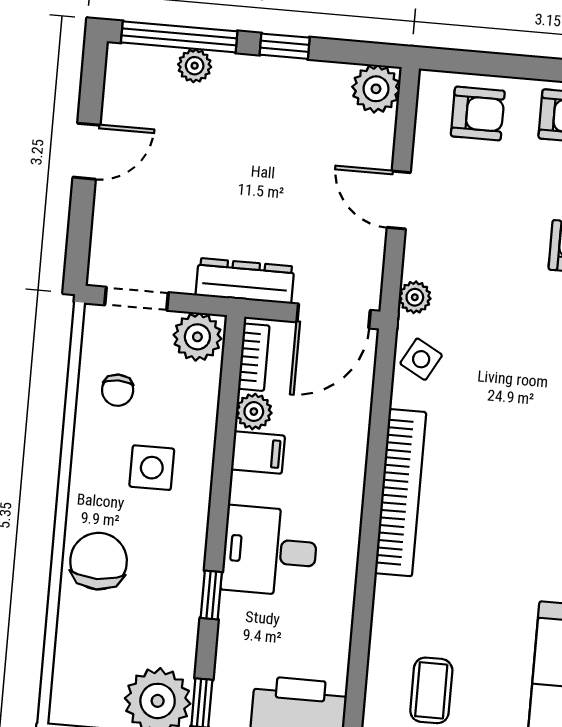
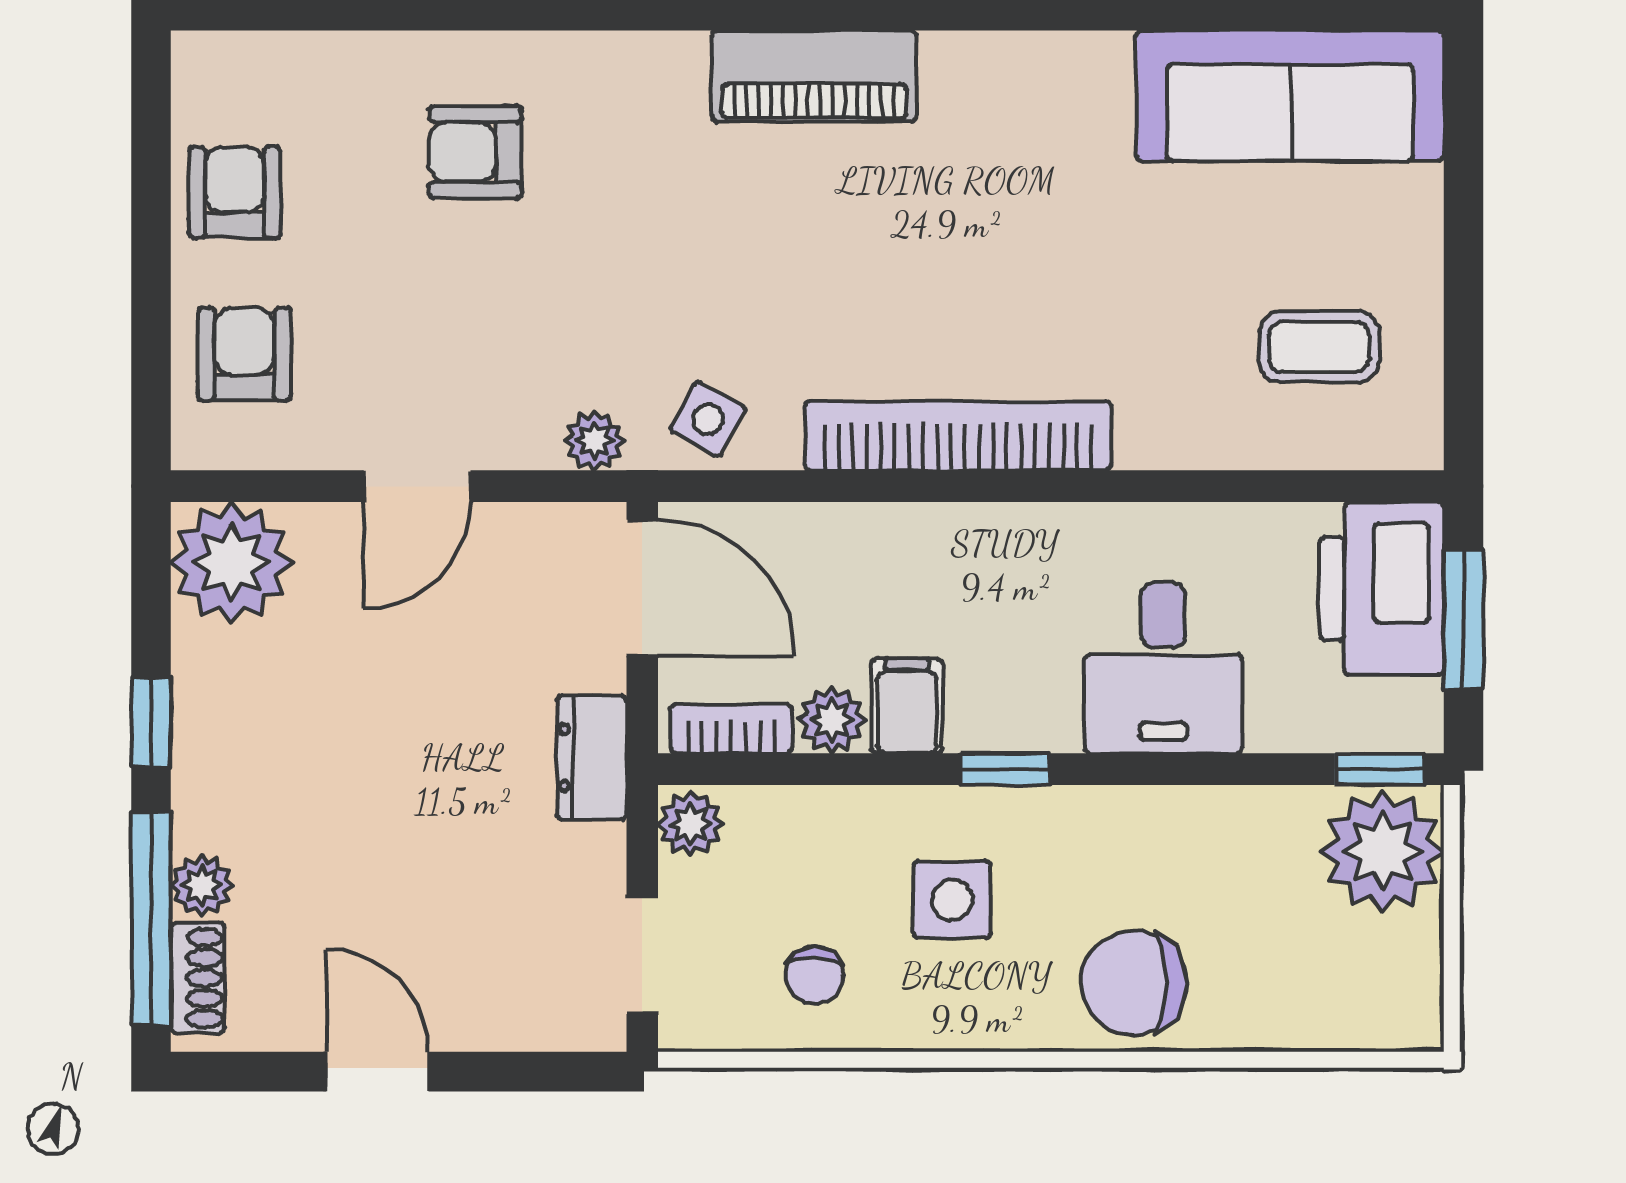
shoe rack: (145, 59) -> (198, 978), added
plant: (376, 89) -> (231, 562), width x1.36, depth x1.36
dresser: (245, 281) -> (592, 758), width x0.70
plant: (197, 337) -> (691, 824), width x0.73, depth x0.73
chair: (118, 390) -> (814, 975), turned 90
desk: (270, 551) -> (1163, 668), moved
window: (211, 595) -> (1004, 769), moved

